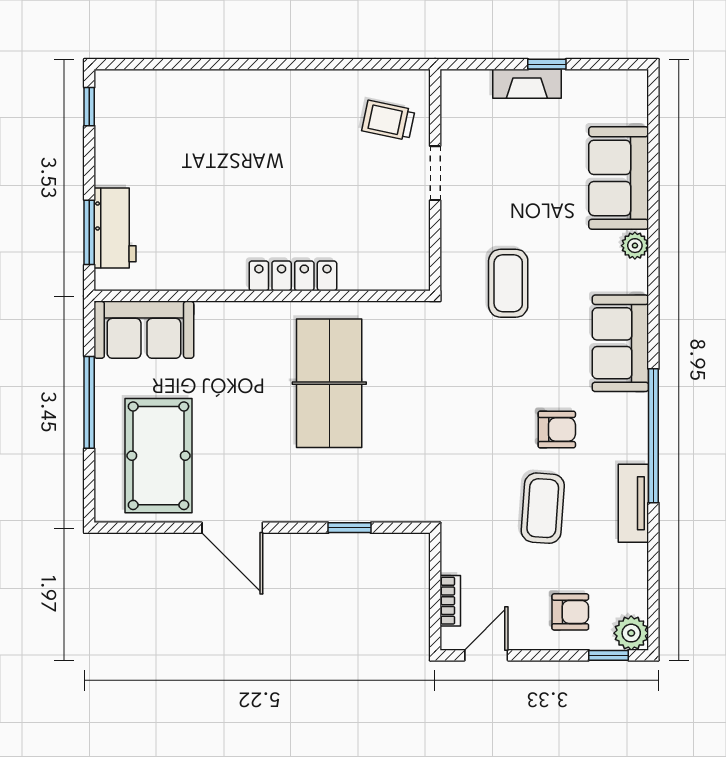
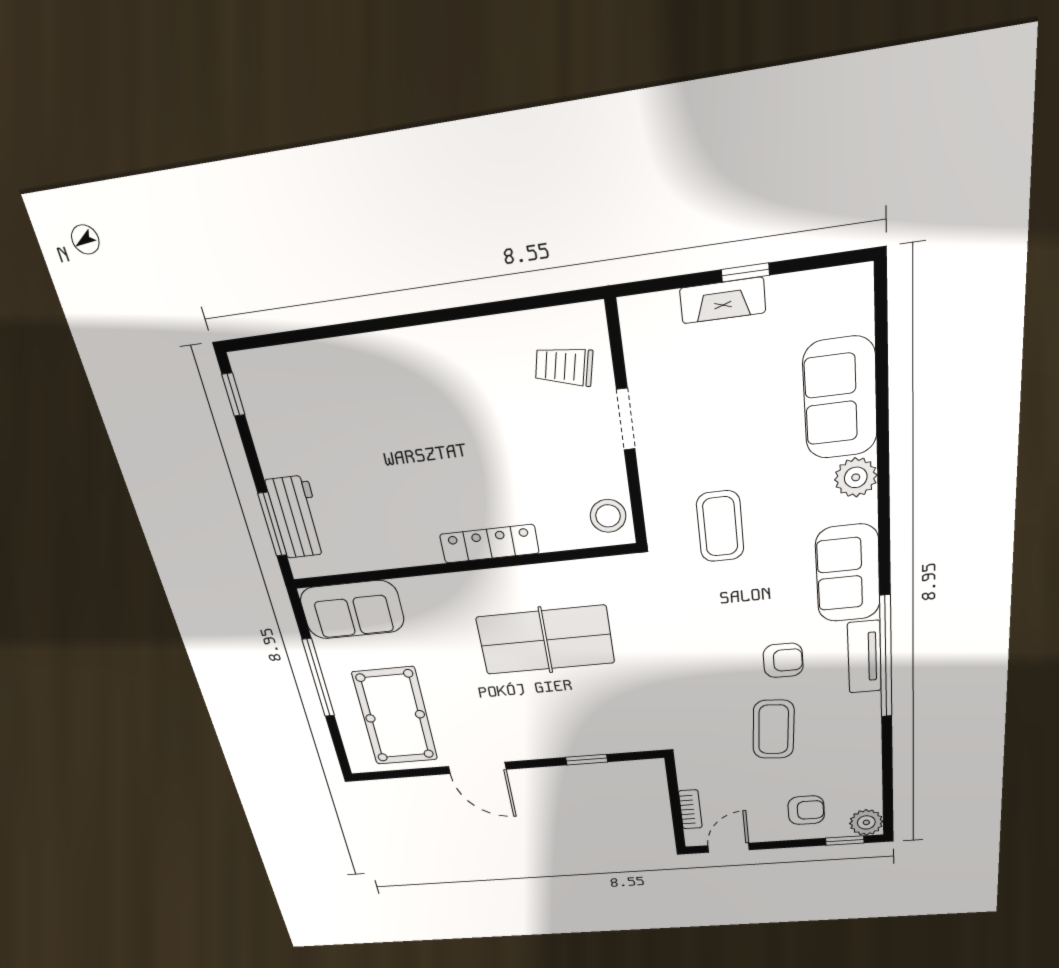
plant: (635, 246) -> (856, 477), width x1.38, depth x1.38
stool: (408, 261) -> (608, 516), added
table tennis table: (329, 383) -> (545, 640), turned 90
tv unit: (633, 503) -> (864, 657), moved

